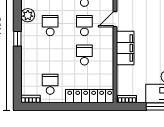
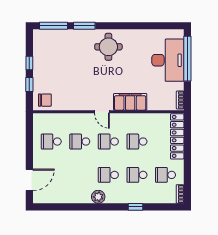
window: (17, 39) -> (136, 207), moved
school desk: (50, 55) -> (137, 175), added

